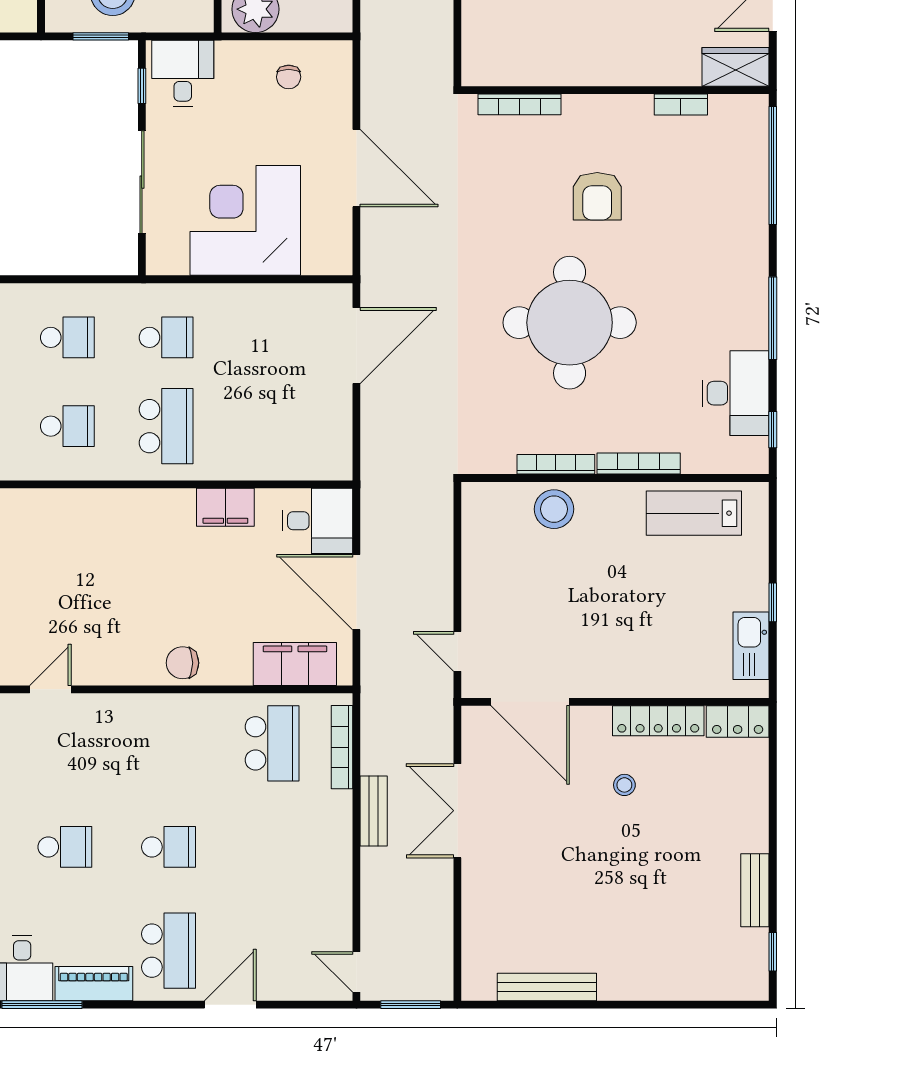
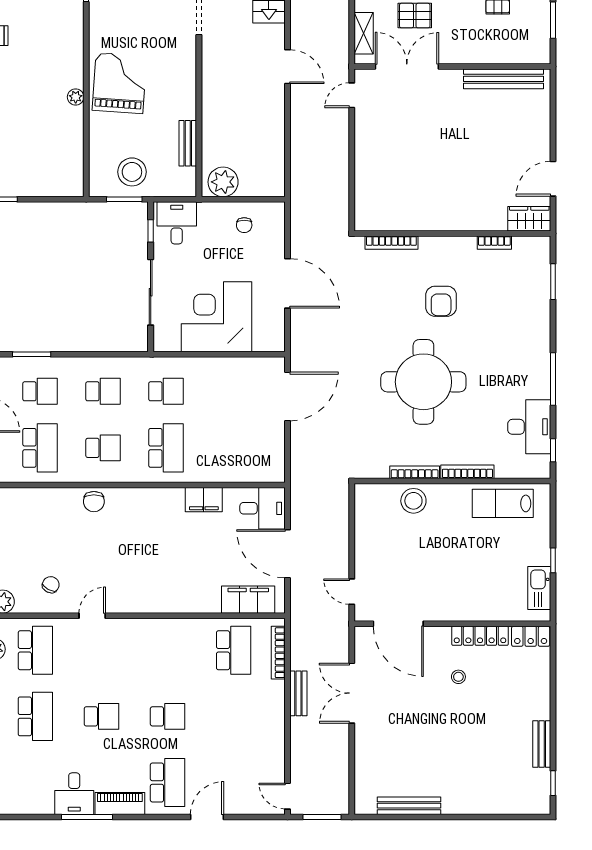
window: (773, 165) -> (553, 282), width x0.47
chair: (183, 663) -> (94, 502), moved, turned -90

